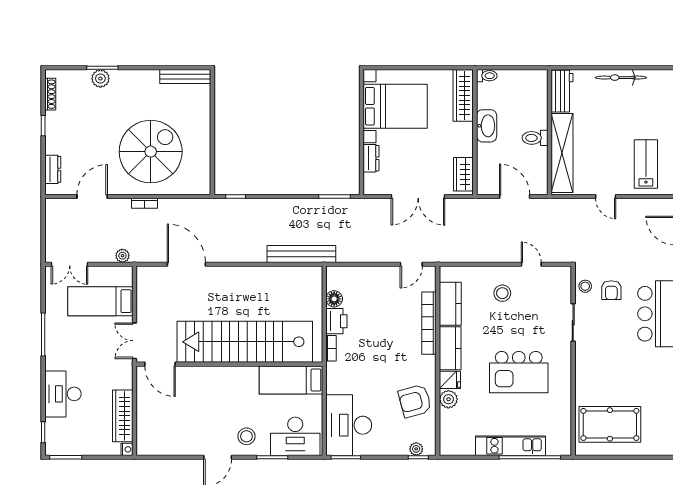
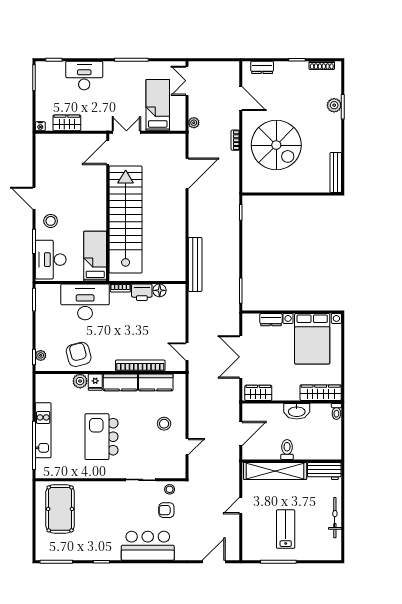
lab bench: (646, 164) -> (286, 529), moved, turned -90
wardrobe: (123, 416) -> (67, 123), width x0.67
desk: (349, 425) -> (85, 302), moved

